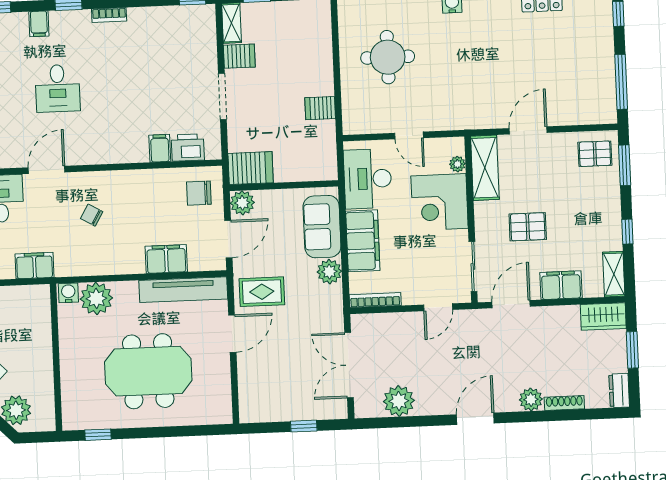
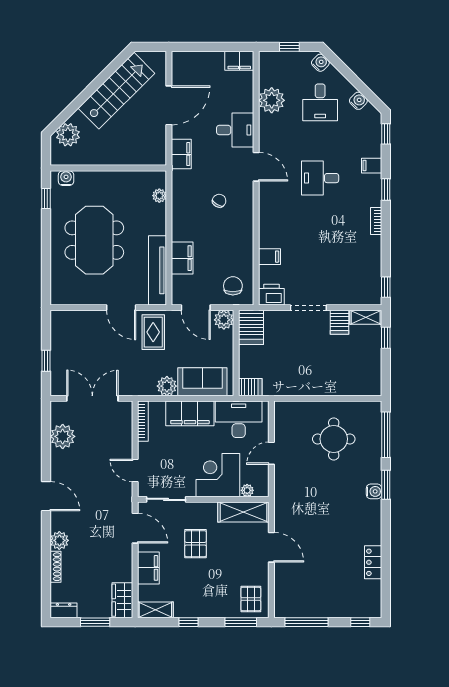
server rack: (320, 108) -> (250, 387), moved, turned 90
printer: (188, 147) -> (271, 295), moved, turned -90
water cooler: (68, 293) -> (66, 178), moved, turned -90
plant: (96, 298) -> (159, 196), width x0.53, depth x0.53

